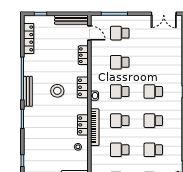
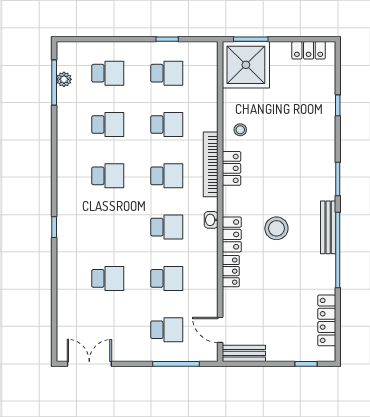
bench: (71, 20) -> (244, 353), width x0.73
locker: (83, 55) -> (231, 271), moved
school desk: (153, 91) -> (108, 278), moved

